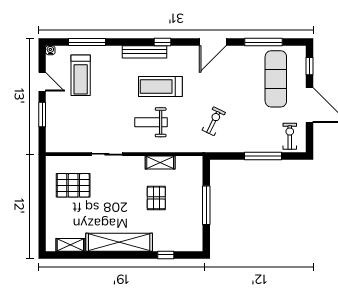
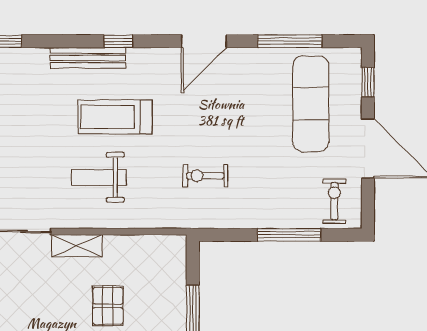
exercise bike: (214, 121) -> (205, 176), turned -116
shelving: (160, 163) -> (77, 246), moved

